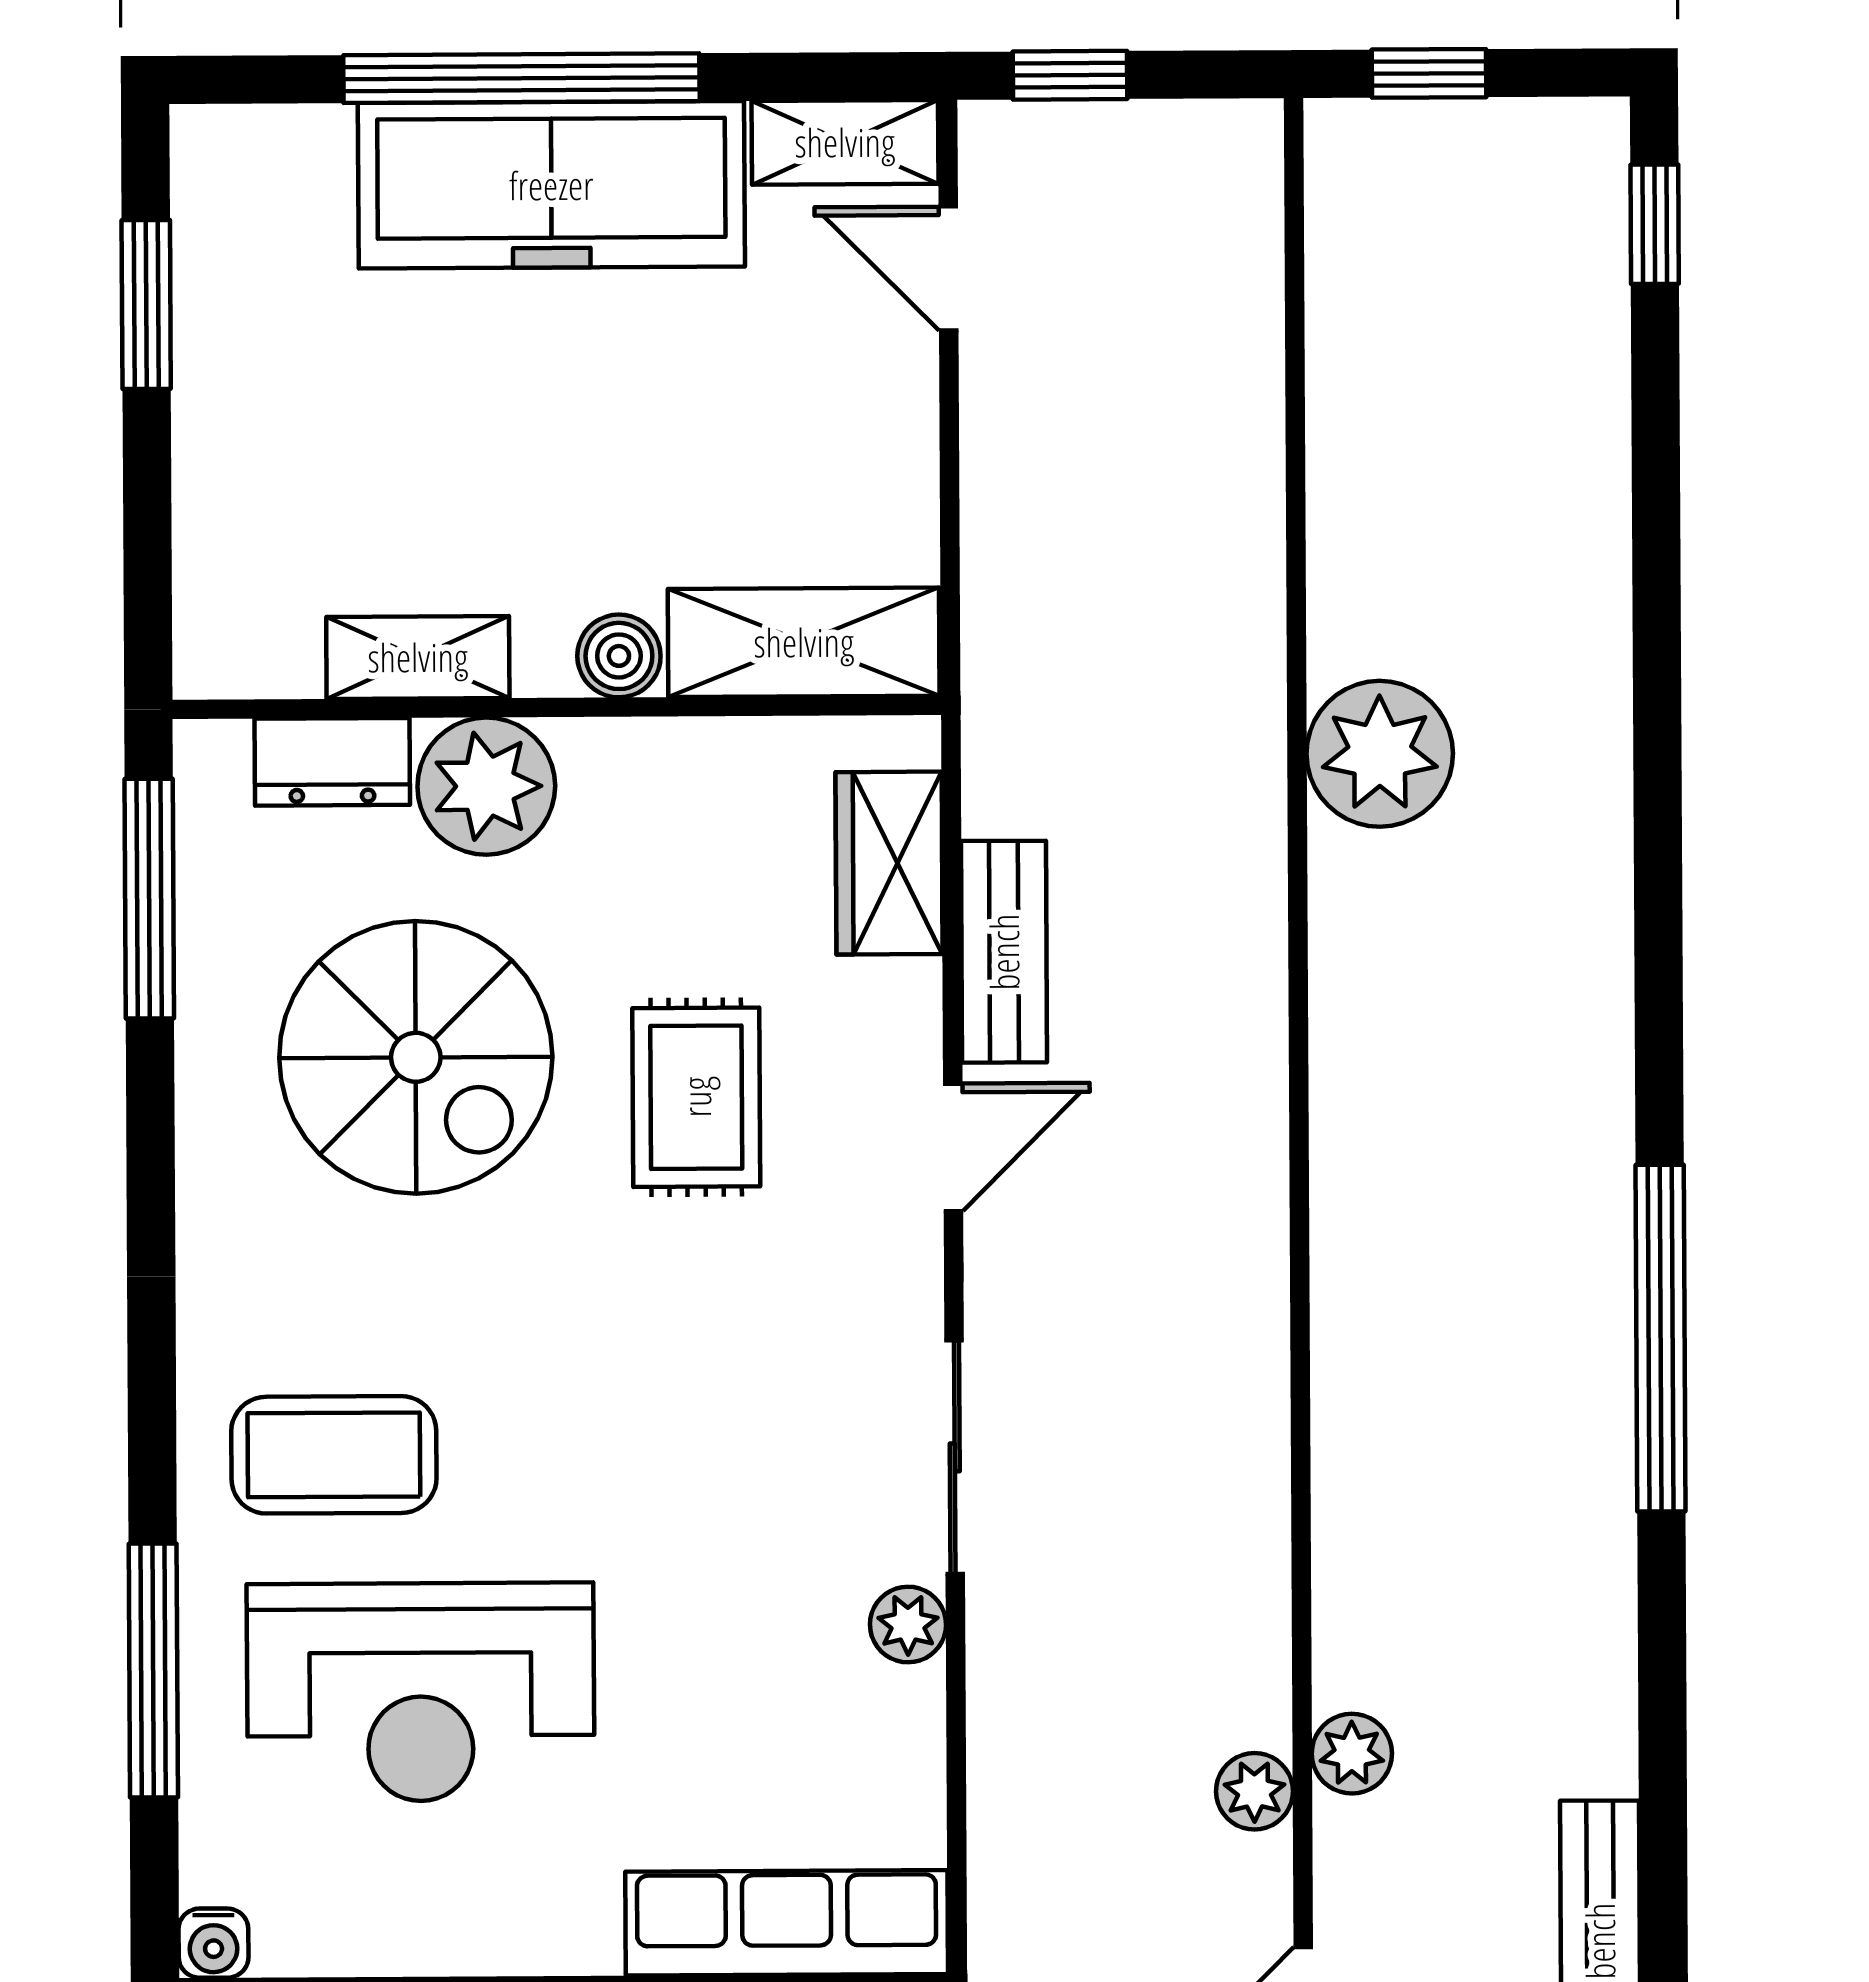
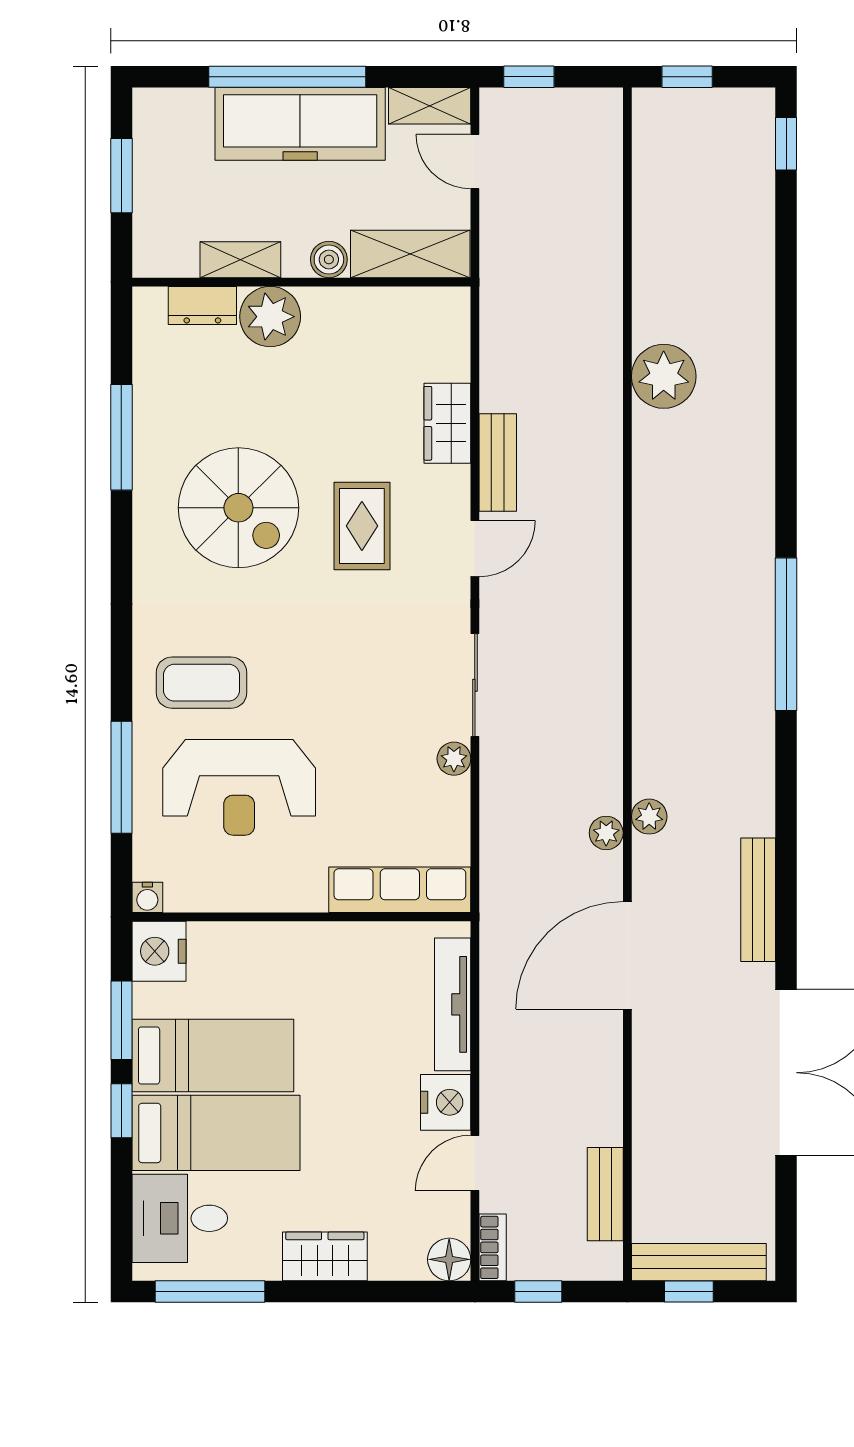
shelving: (804, 642) -> (410, 254), moved
boiler: (619, 656) -> (329, 259), moved
shelving: (418, 657) -> (240, 260), moved
wall: (557, 707) -> (301, 282), moved
dresser: (332, 762) -> (202, 305), moved
plant: (486, 786) -> (270, 317), moved

